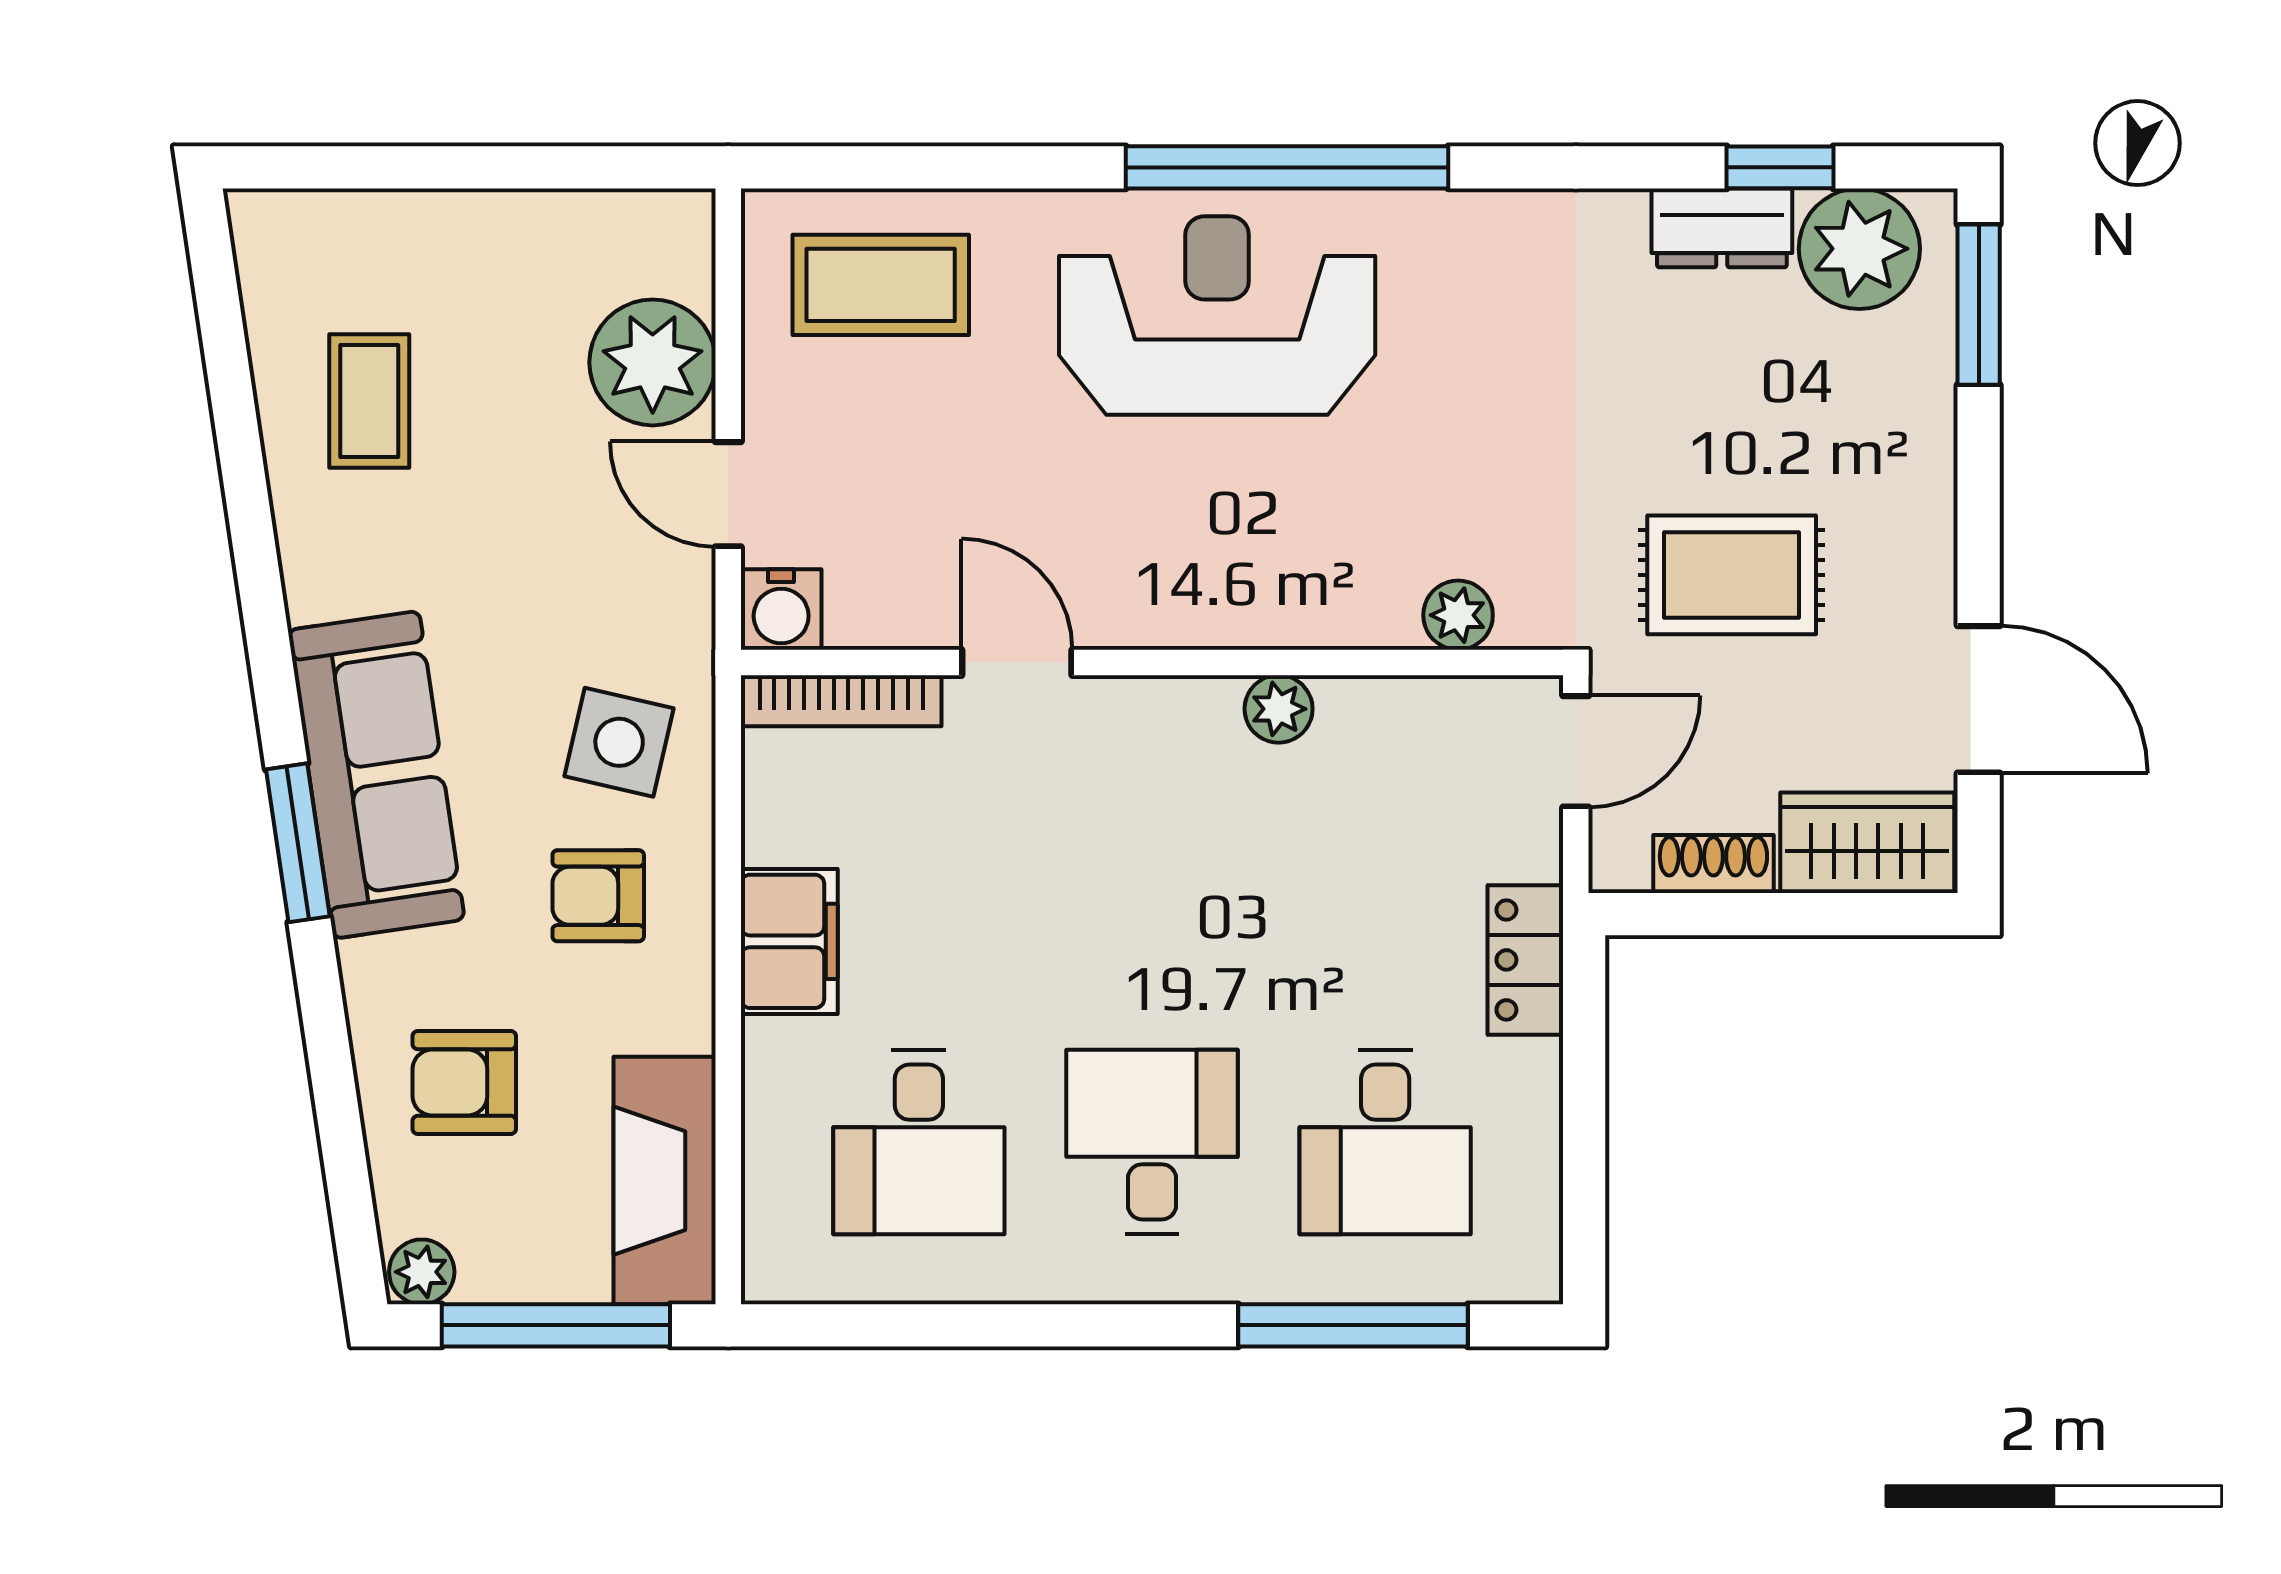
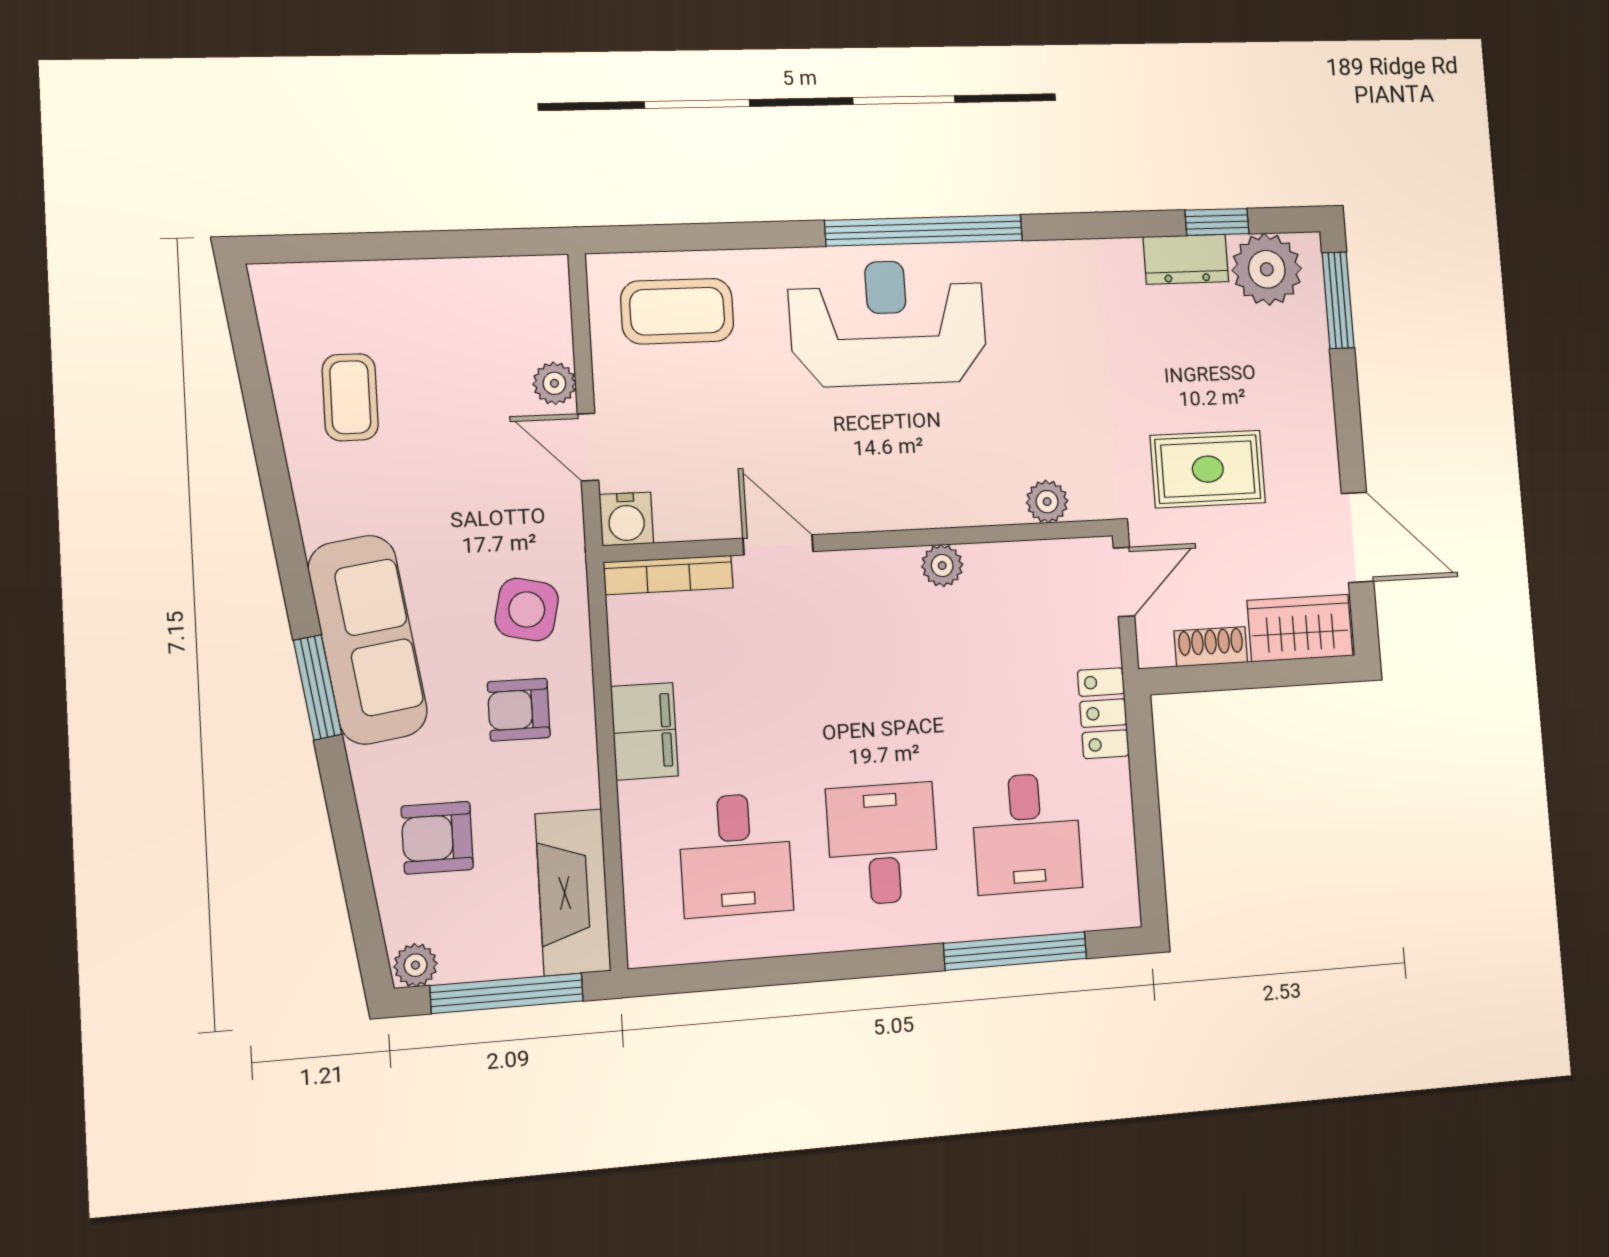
plant: (653, 362) -> (554, 383), width x0.53, depth x0.53

